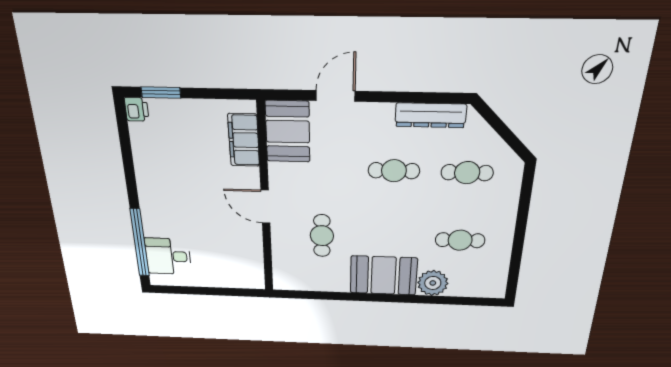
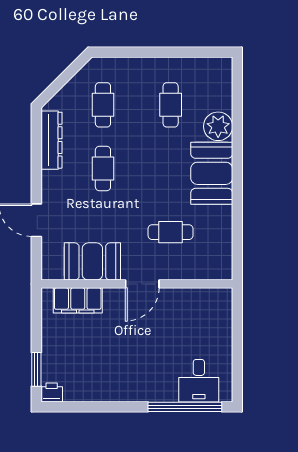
booth: (288, 132) -> (92, 261), moved

